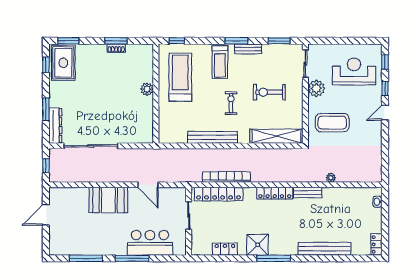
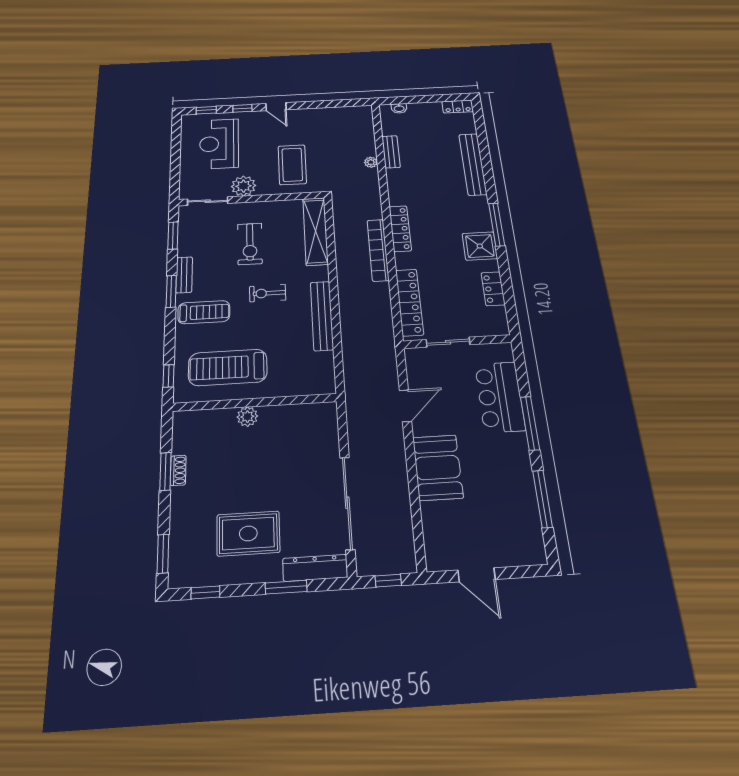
rug: (63, 63) -> (248, 533), moved
bookcase: (226, 177) -> (378, 250), moved
bench: (308, 193) -> (391, 152), moved

